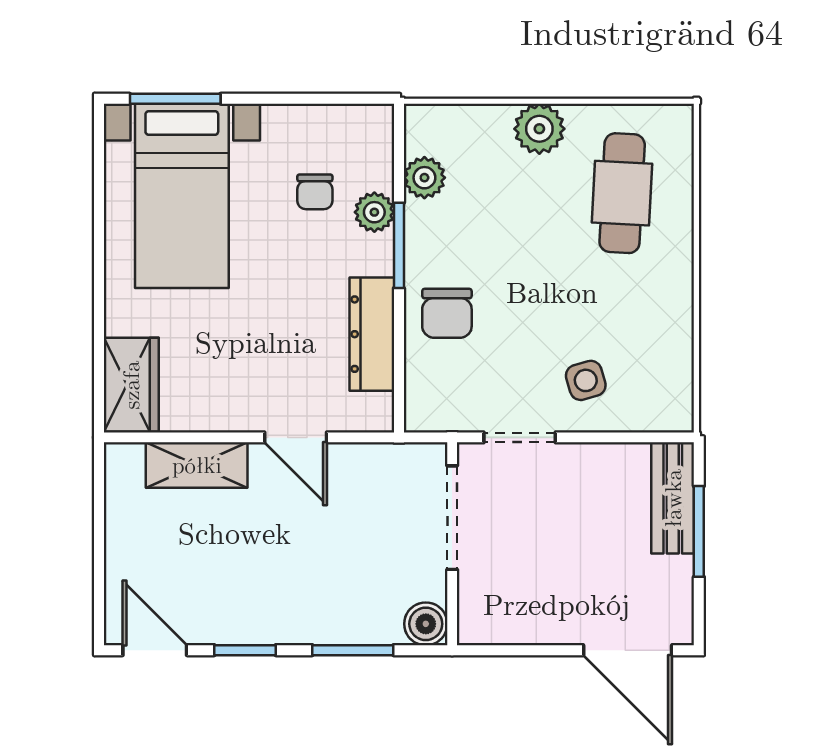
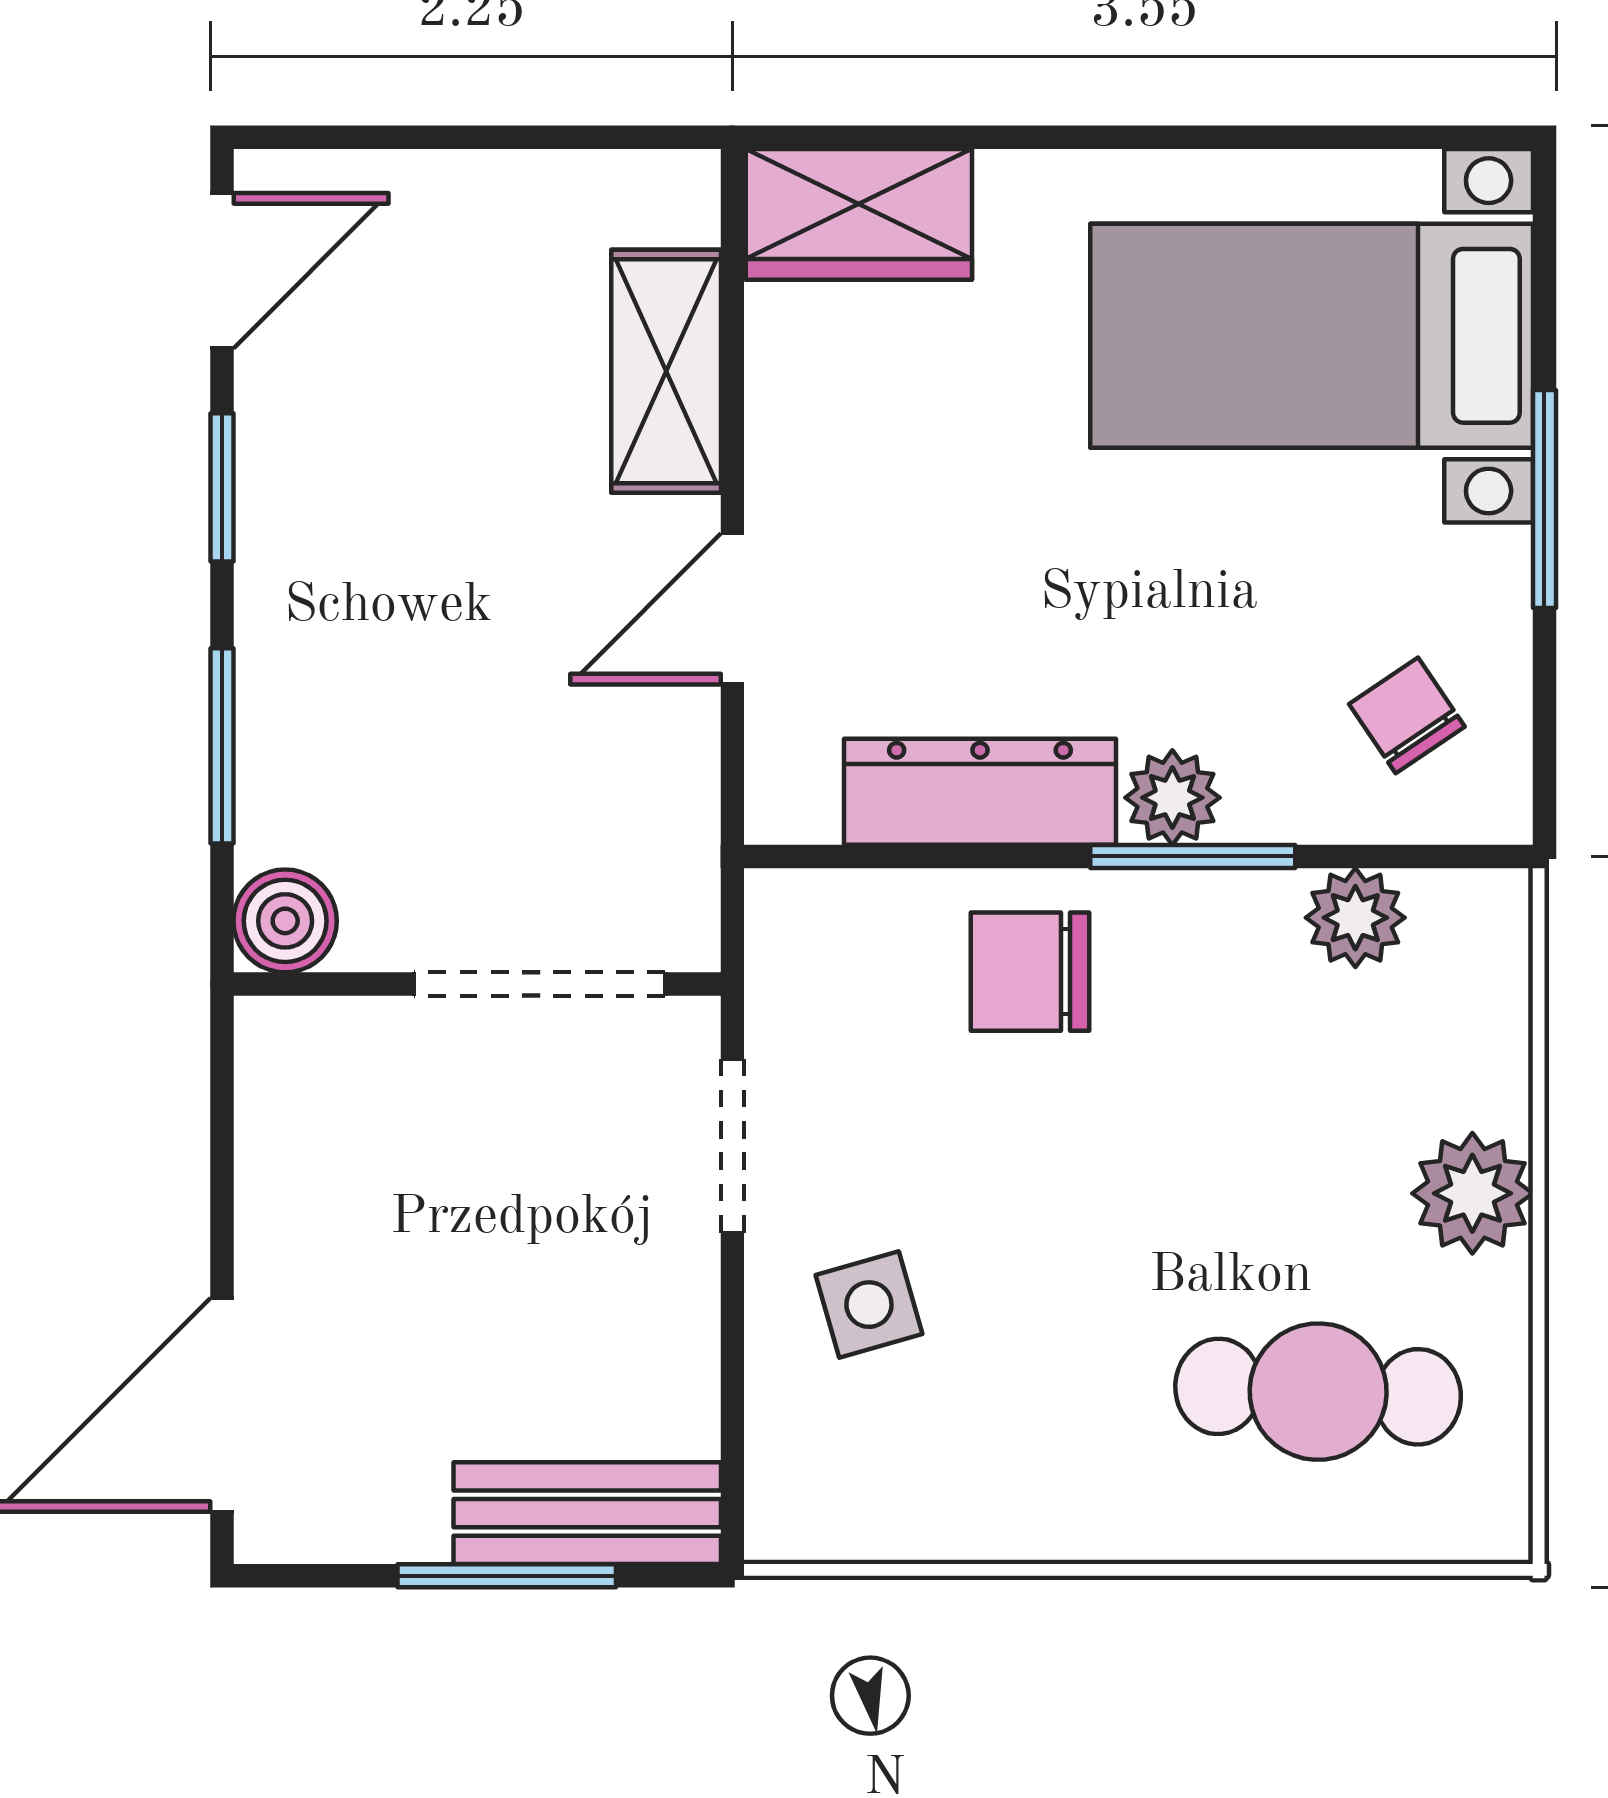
window: (175, 99) -> (1544, 499), moved
chair: (315, 192) -> (1407, 715), moved, turned 56
plant: (374, 212) -> (1172, 798), moved

